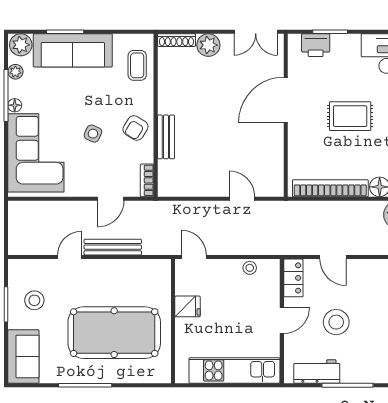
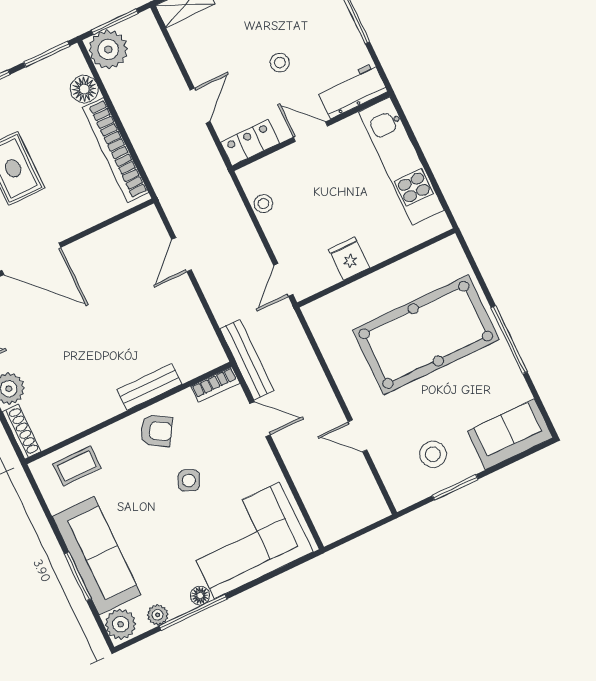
bench: (113, 247) -> (247, 360), moved
stool: (336, 322) -> (280, 63), width x0.53, depth x0.53
pool table: (114, 333) -> (426, 335), turned 90
workbench: (317, 371) -> (352, 91), moved, turned 90

